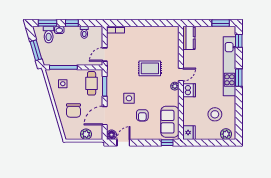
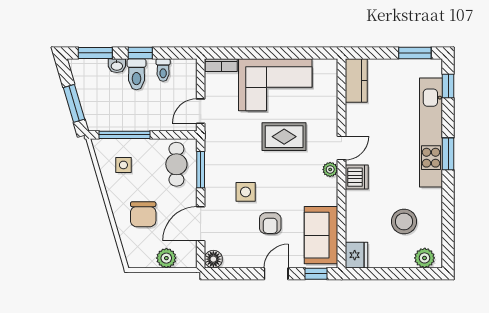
toilet: (49, 35) -> (136, 74), moved
corner sofa: (145, 40) -> (275, 85), added
door: (123, 143) -> (276, 274), moved

